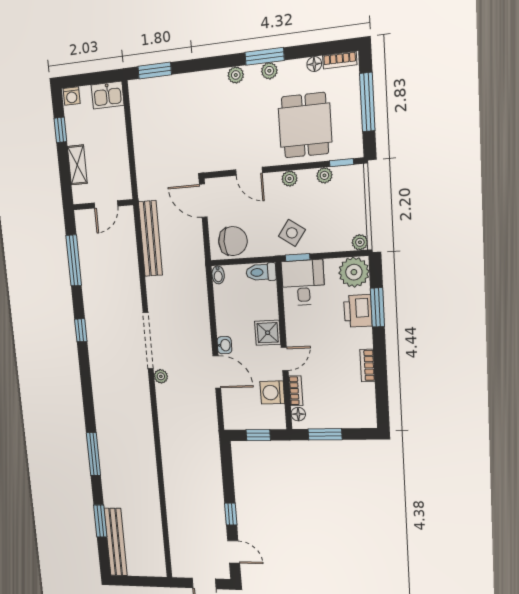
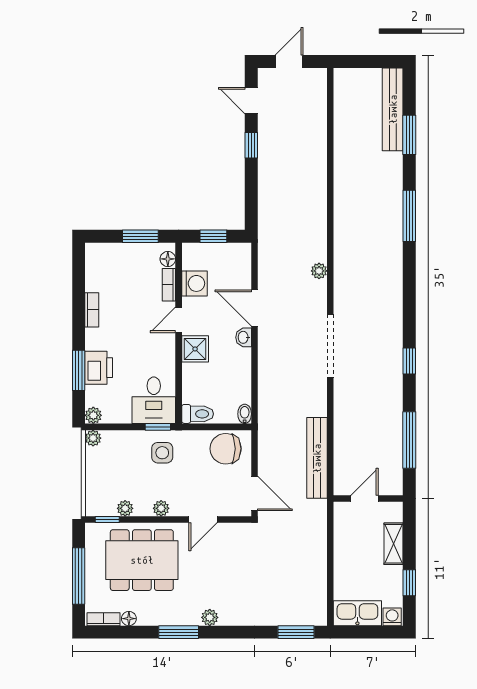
plant: (269, 71) -> (175, 618), removed
kitchen sink: (108, 95) -> (357, 613), width x1.38
dining table: (305, 125) -> (142, 560), width x1.38
door: (249, 171) -> (203, 520), swing flipped
side table: (292, 233) -> (162, 453), turned -35
plant: (354, 272) -> (93, 415), width x0.53, depth x0.53
plant: (161, 376) -> (319, 271), moved

